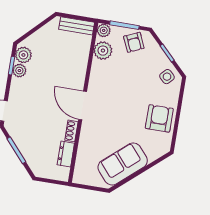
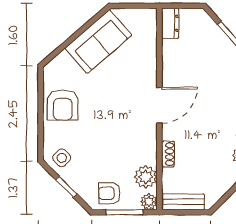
armchair: (134, 42) -> (109, 193), turned -66
door: (83, 105) -> (159, 105), hinge flipped
shoe rack: (71, 131) -> (168, 154), moved
dresser: (66, 154) -> (170, 23), moved

